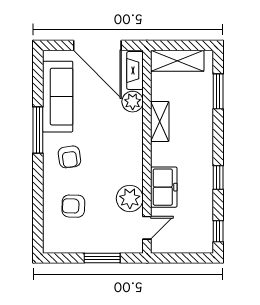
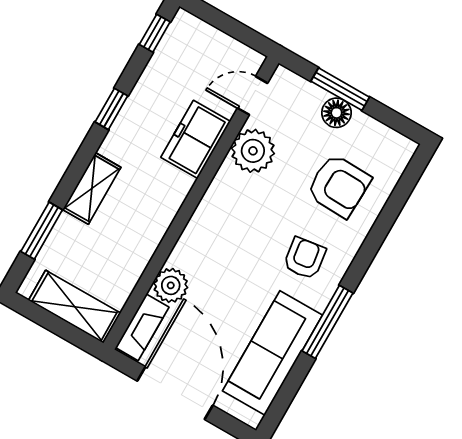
shelving: (160, 121) -> (92, 188), moved
armchair: (73, 206) -> (339, 186), width x1.38, depth x1.38
floor lamp: (97, 244) -> (336, 113), added

